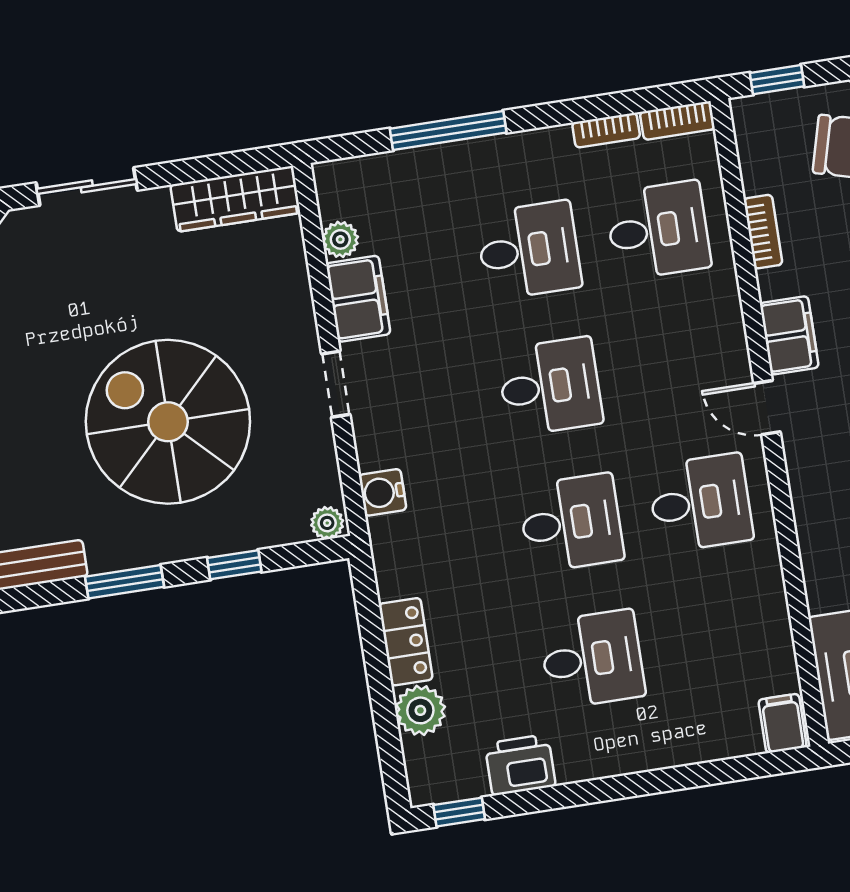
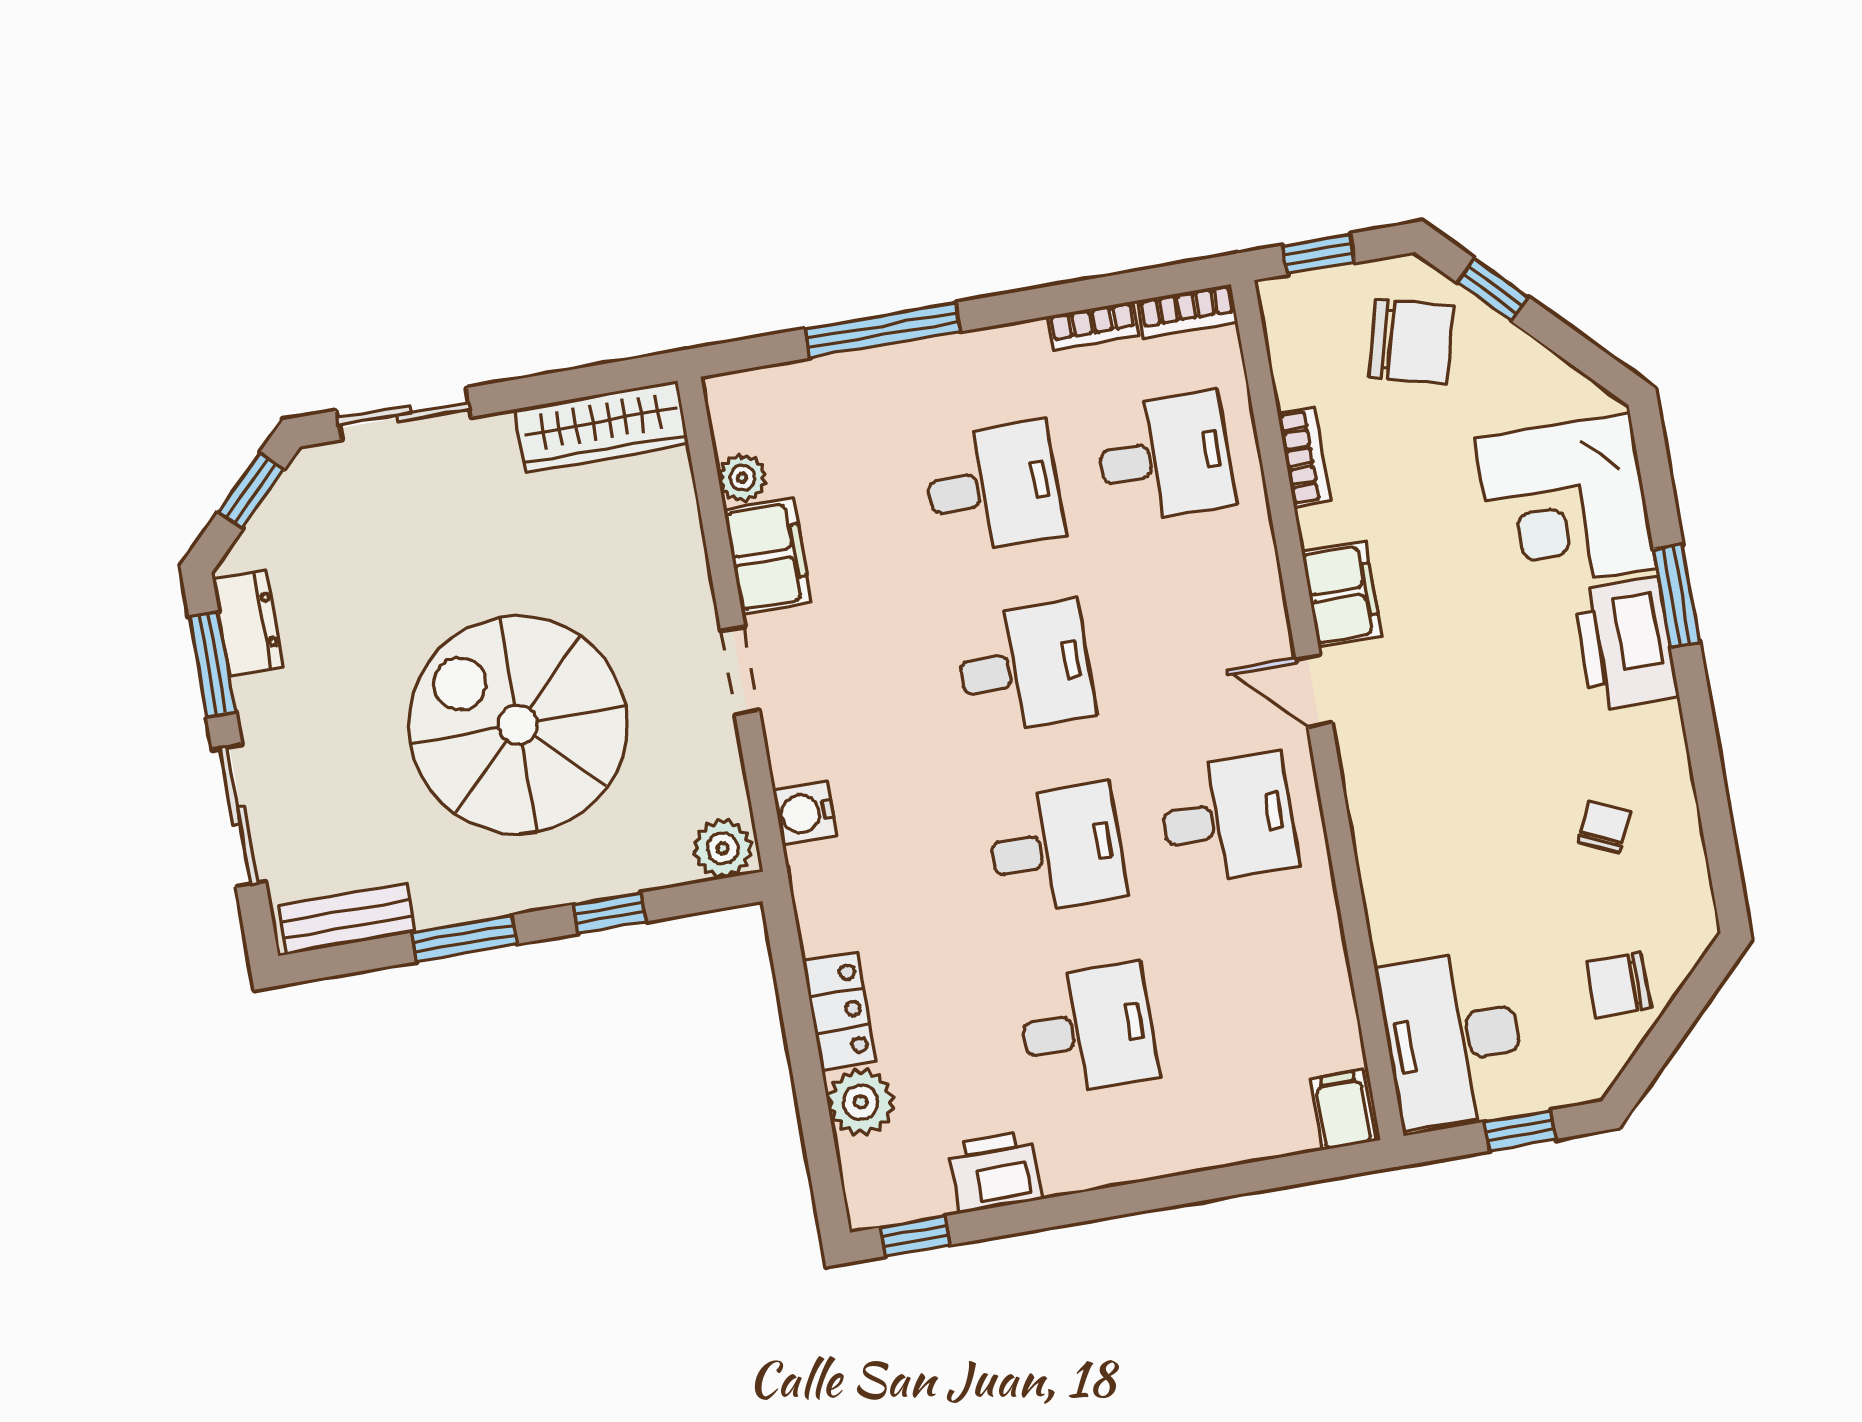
plant: (327, 523) -> (723, 848), width x1.38, depth x1.38

